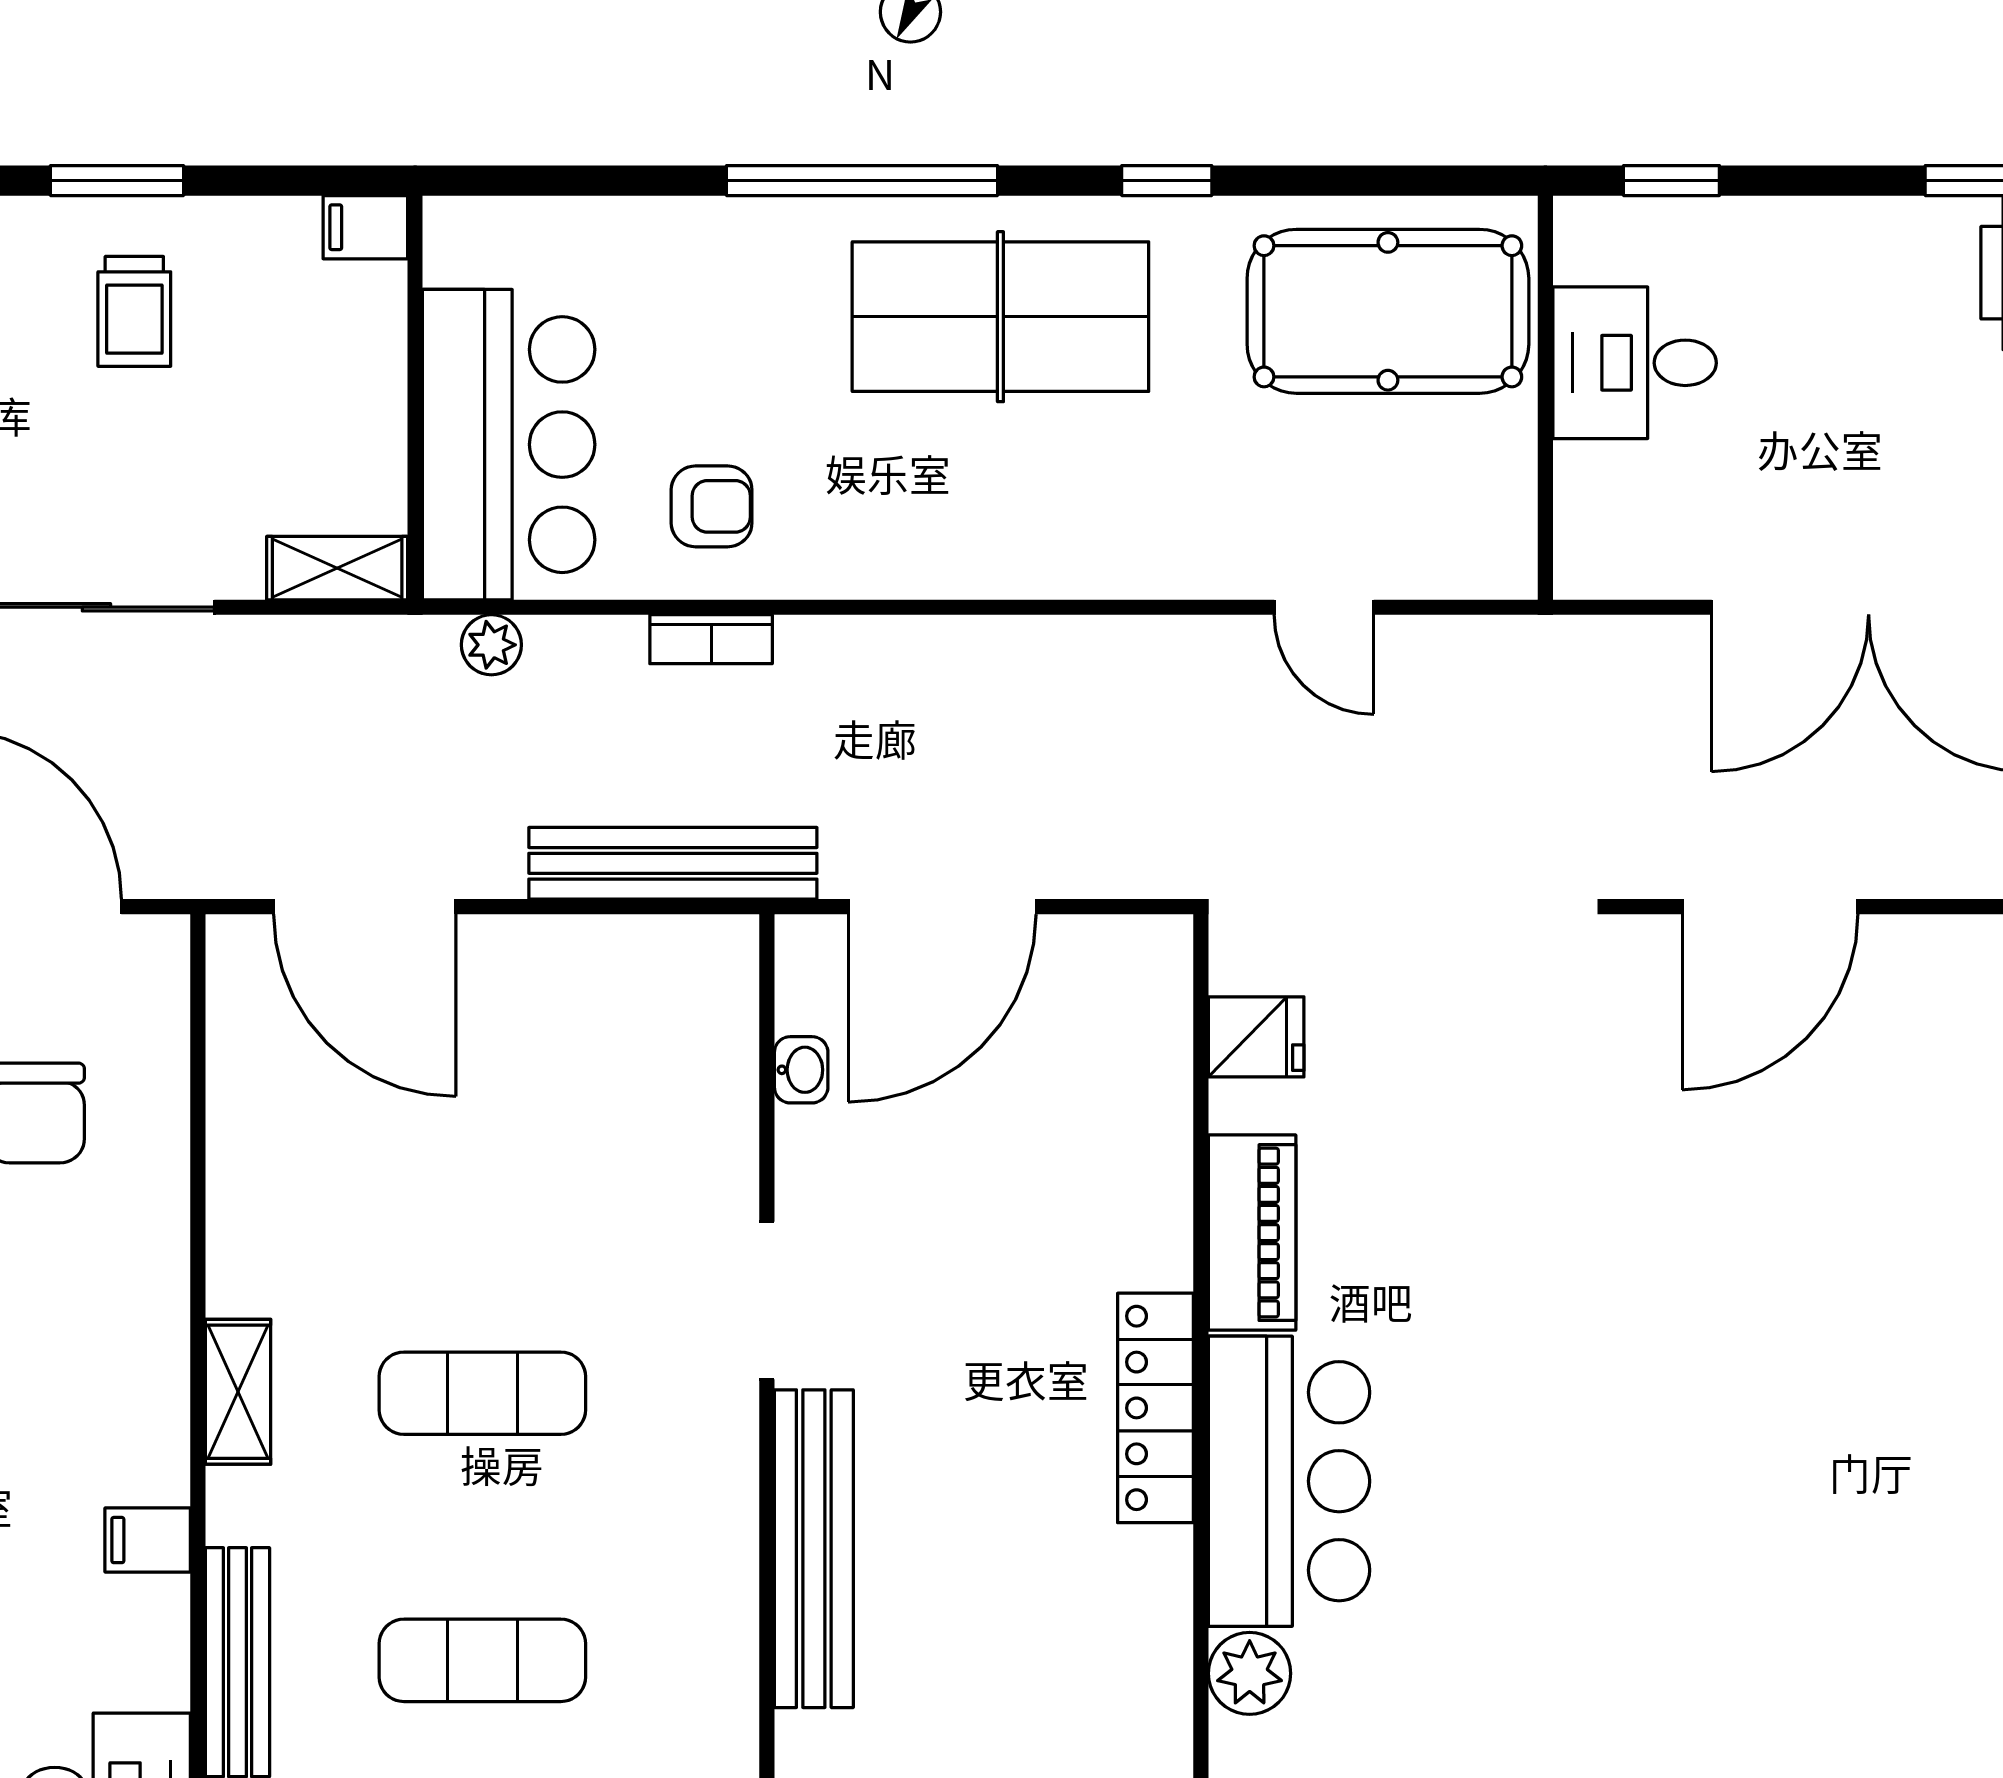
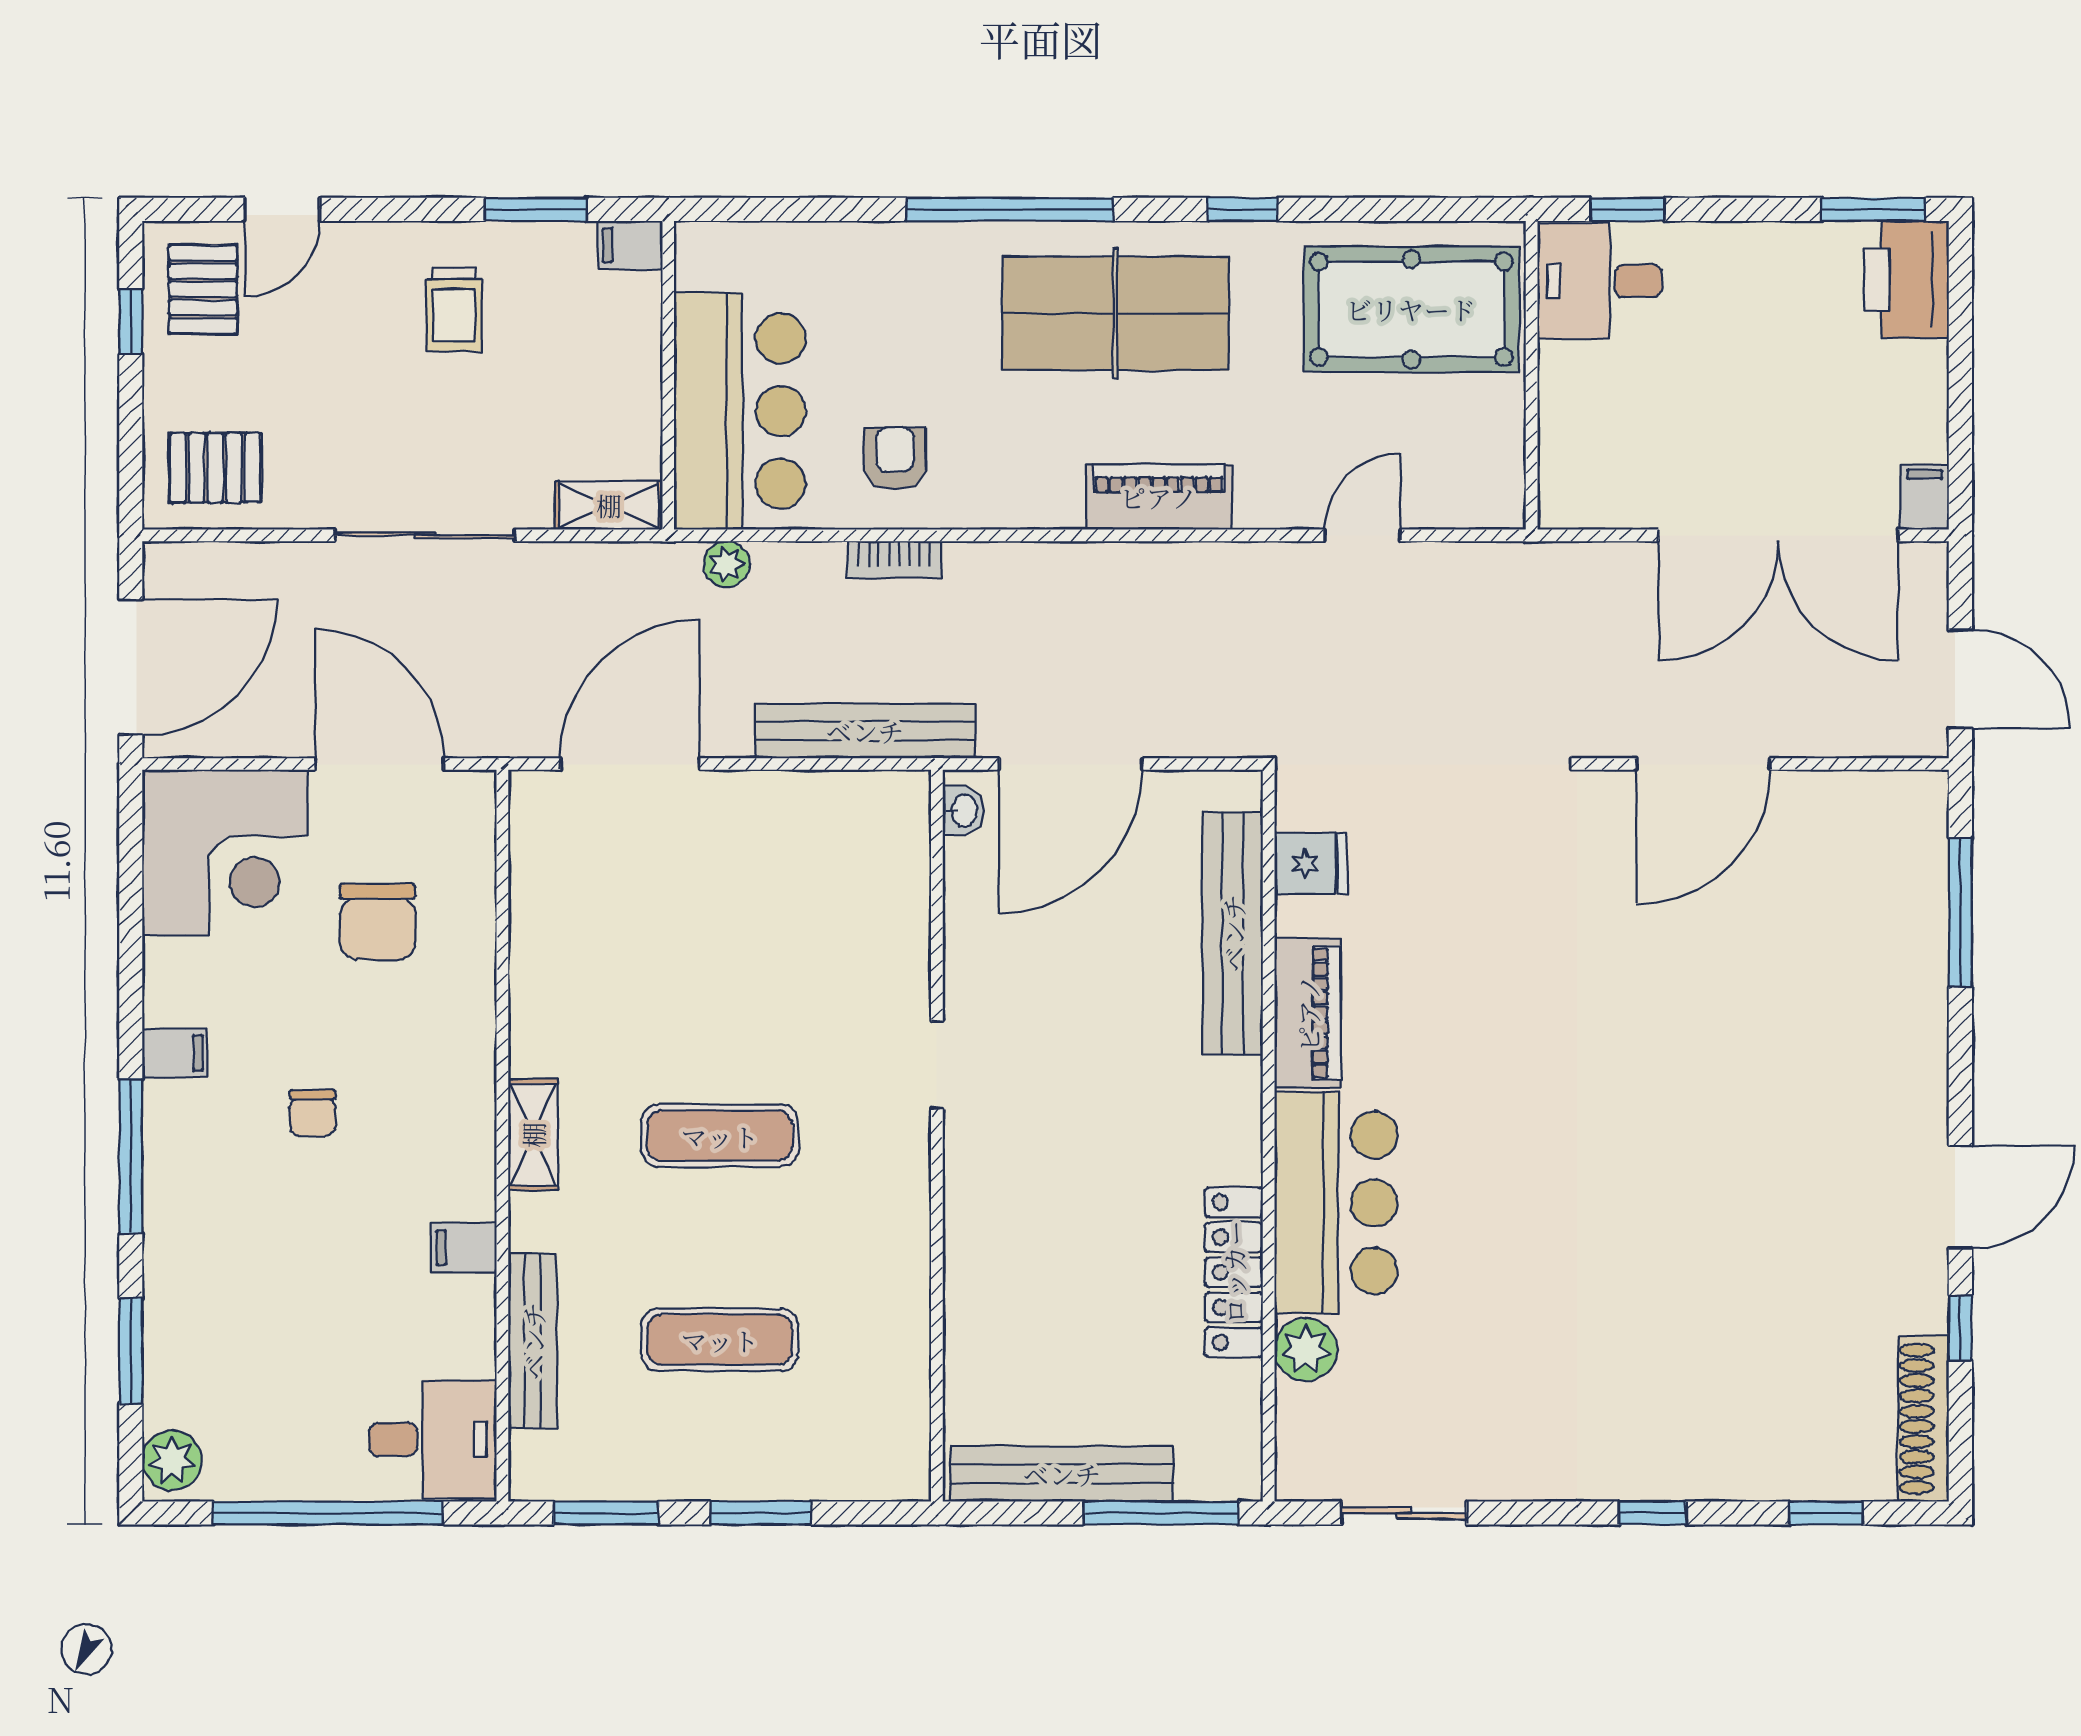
window: (117, 181) -> (536, 209), moved
desk: (1635, 363) -> (1600, 281), moved
armchair: (712, 506) -> (895, 458), turned -90
piano: (1057, 557) -> (1159, 497), added
door: (1324, 607) -> (1362, 535), swing flipped
door: (365, 907) -> (630, 764), swing flipped
washbasin: (801, 1070) -> (963, 810), moved
doorway: (767, 1301) -> (937, 1065), width x0.73
locker: (1156, 1408) -> (1234, 1272), moved
bench: (814, 1549) -> (1233, 933), moved

